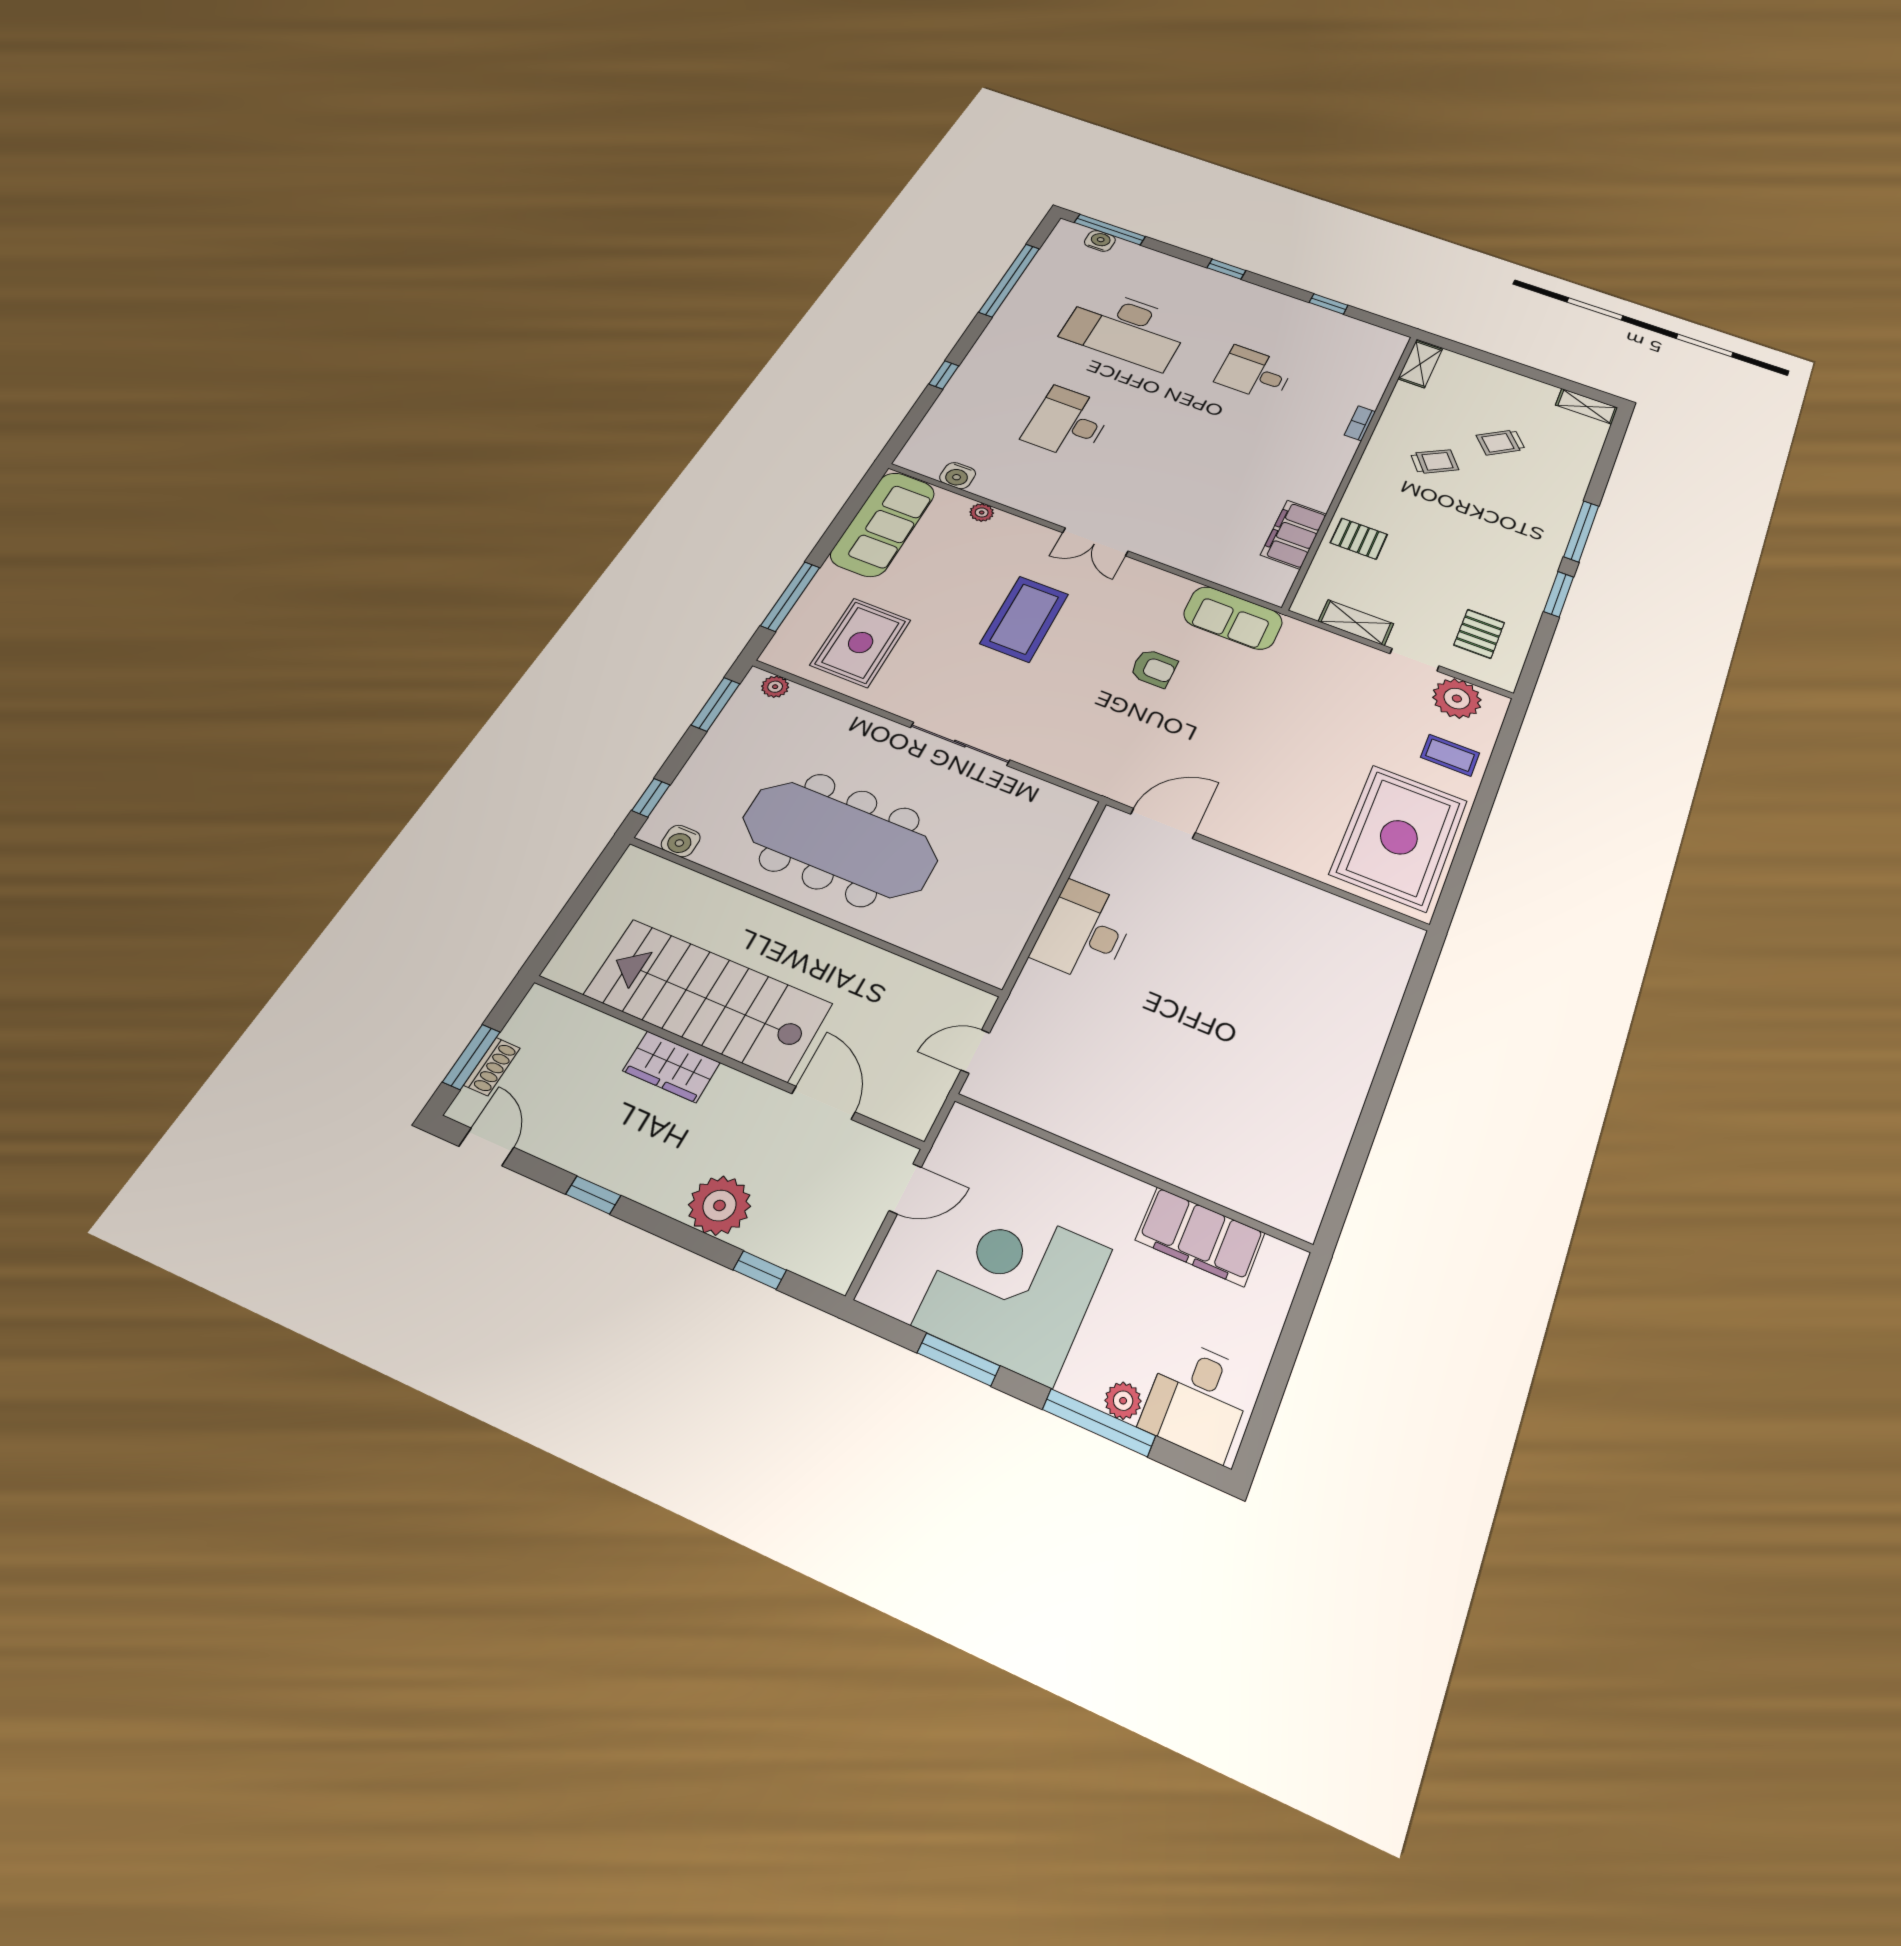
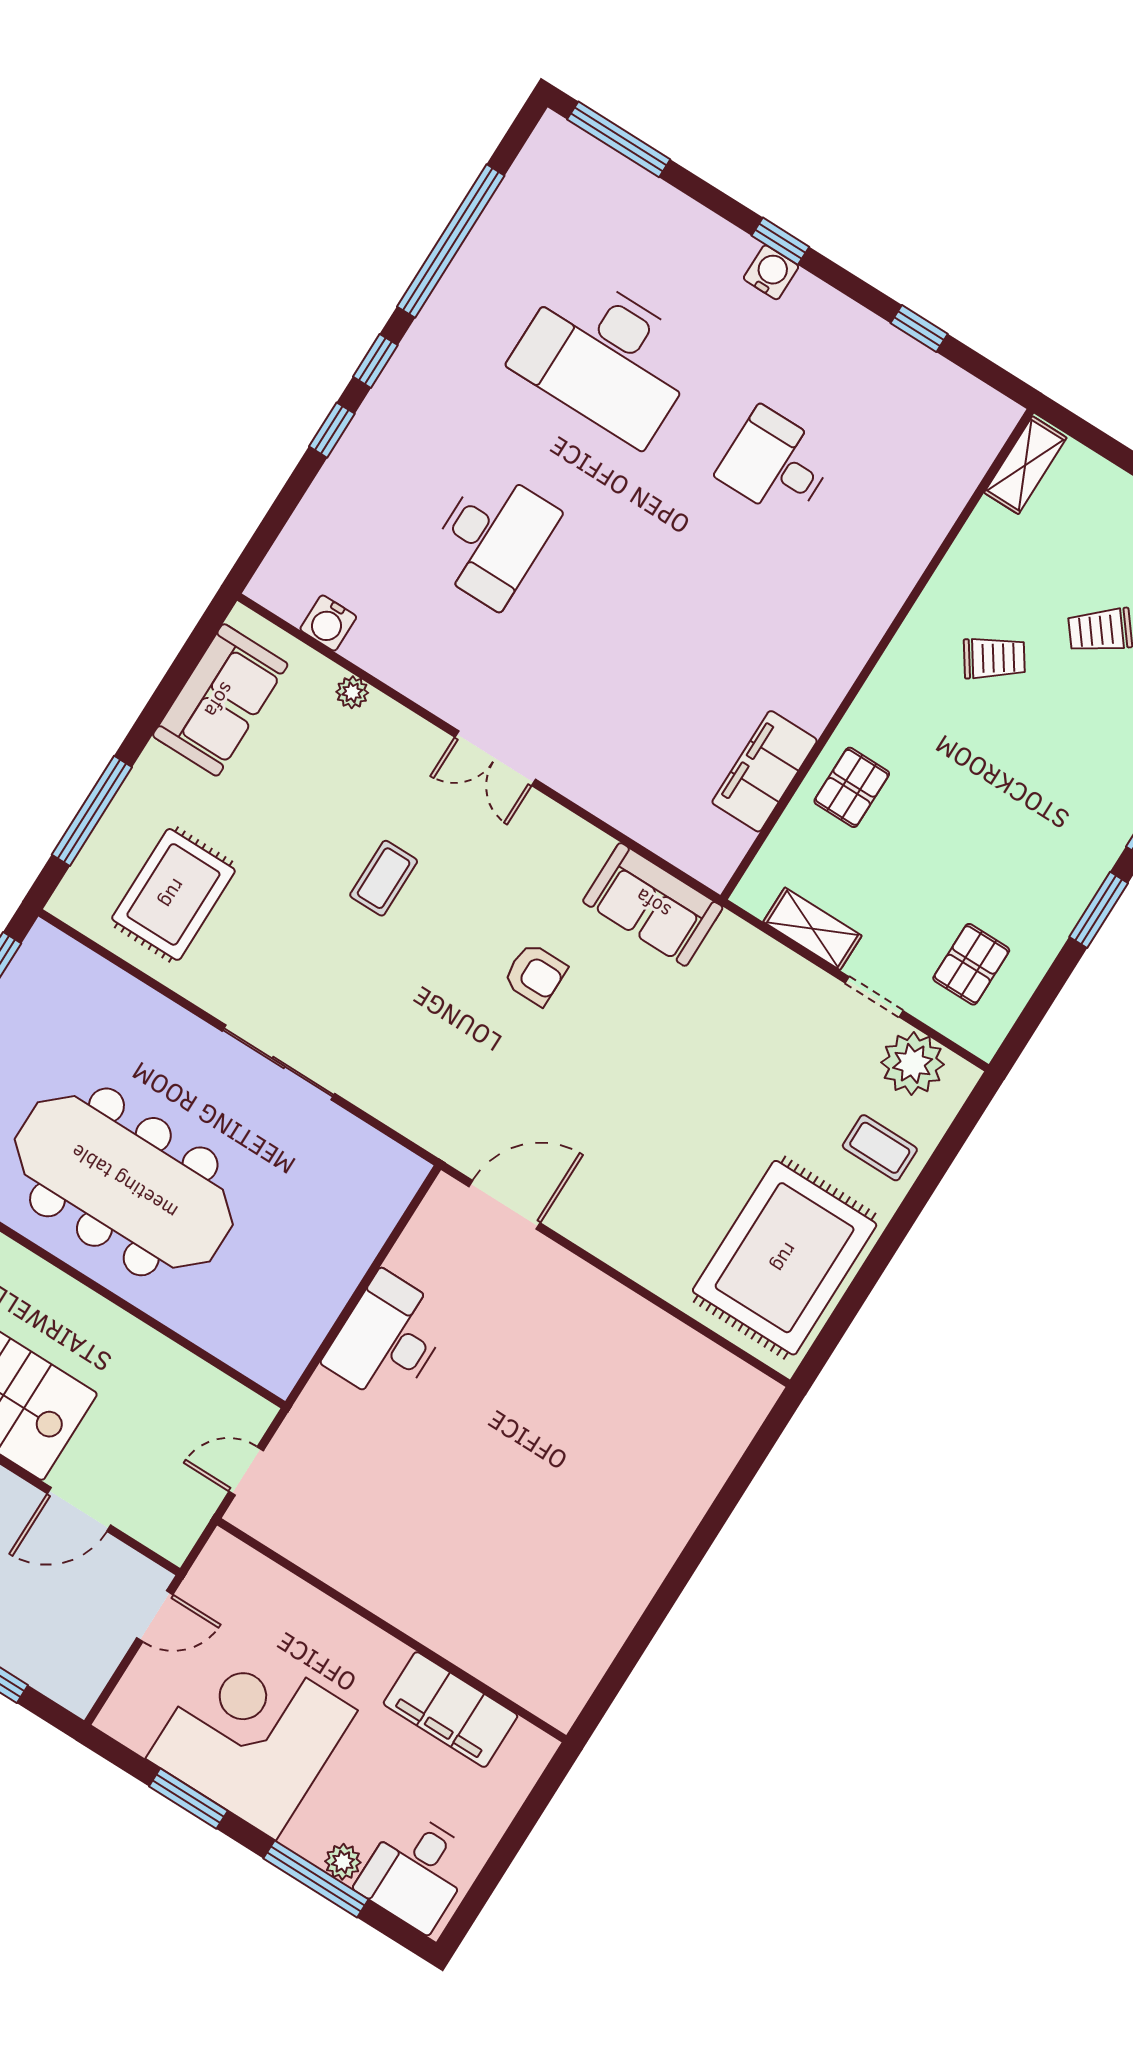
water cooler: (1100, 241) -> (771, 272), moved
window: (968, 339) -> (375, 361), added
desk: (1068, 423) -> (492, 538), turned 180
bookcase: (1360, 423) -> (906, 576), removed
sofa: (883, 524) -> (220, 700), width x0.73
pallet: (1359, 539) -> (852, 787), turned 90
coffee table: (1024, 619) -> (384, 878), width x0.54, depth x0.58
plant: (775, 687) -> (64, 952), removed
door: (824, 1103) -> (79, 1509), swing flipped

